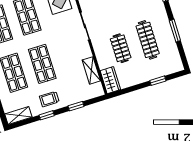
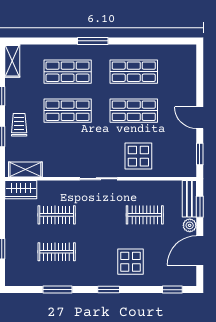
clothes rail: (148, 40) -> (57, 252), width x0.73
shelving: (91, 70) -> (25, 169), moved
trolley: (49, 99) -> (19, 125), moved

